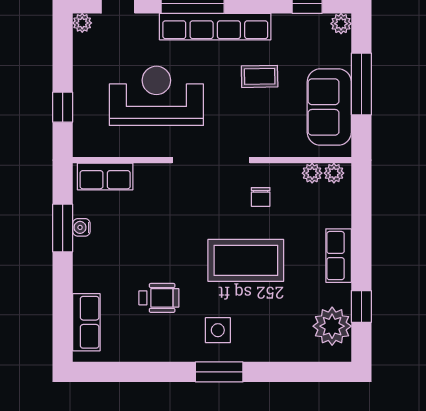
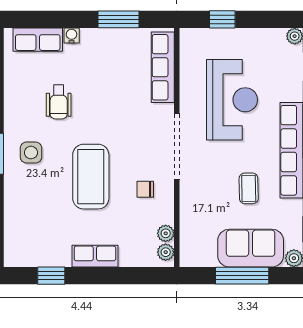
sofa: (329, 107) -> (251, 248), moved
row of seats: (105, 176) -> (163, 67), width x1.48
water cooler: (81, 227) -> (72, 36), moved
plant: (332, 326) -> (34, 251), removed

